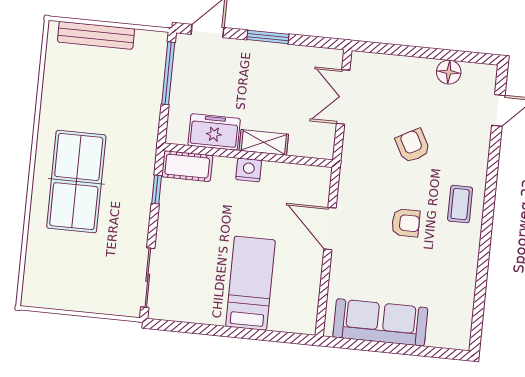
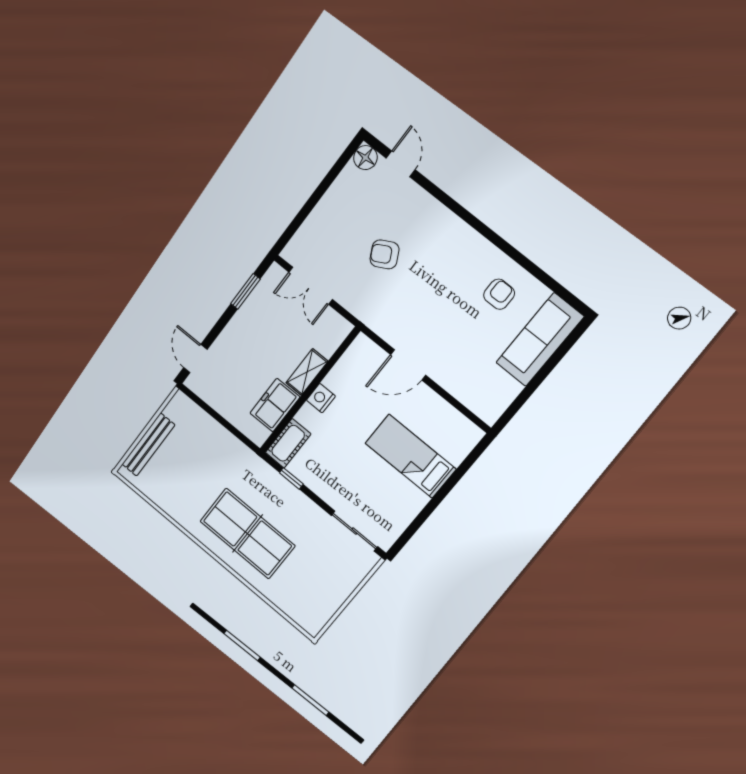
window: (268, 37) -> (245, 291), moved
floor lamp: (449, 72) -> (365, 158), moved
window: (168, 73) -> (209, 410), removed
coffee table: (460, 204) -> (457, 246), removed
armchair: (406, 223) -> (499, 294), moved
sofa: (380, 322) -> (540, 340), moved

